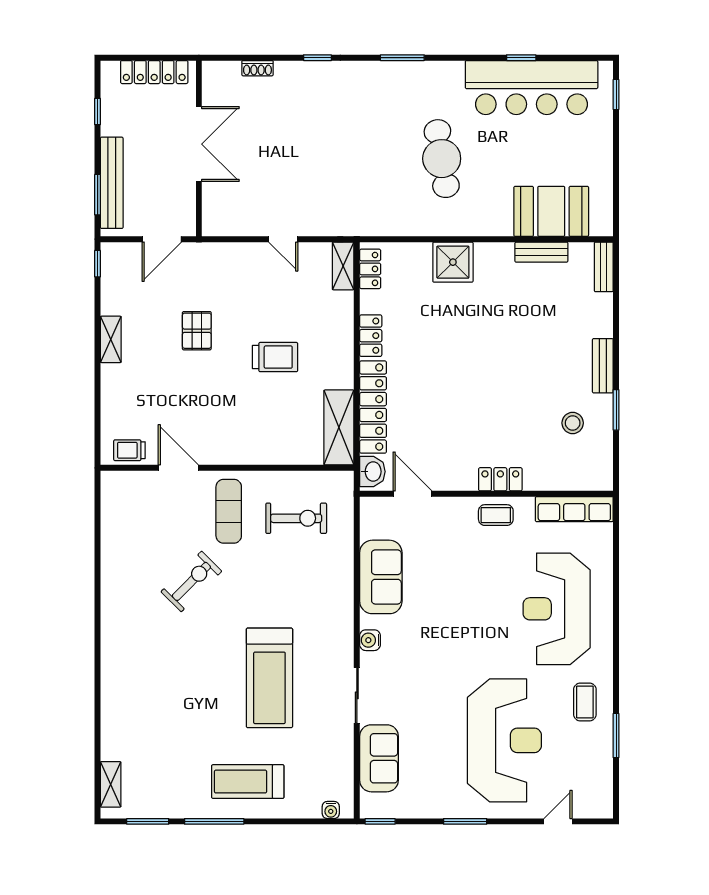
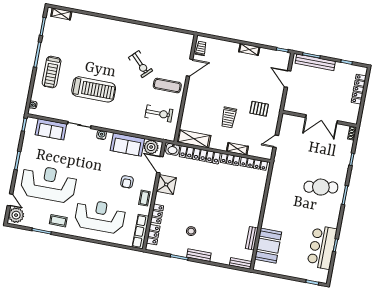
bar counter: (532, 88) -> (322, 247), width x0.73
double door: (199, 144) -> (322, 119), moved
wall: (199, 148) -> (320, 119), moved
cafe table: (442, 159) -> (321, 187), moved
door: (283, 239) -> (276, 141), moved
shower: (453, 262) -> (166, 184), moved
shelving: (343, 266) -> (237, 149), moved
locker: (370, 269) -> (254, 164), width x1.53
pallet: (197, 331) -> (259, 109), moved
stool: (573, 423) -> (191, 231), moved
locker: (500, 479) -> (157, 214), moved
locker: (576, 479) -> (153, 235), added
door: (413, 494) -> (160, 165), swing flipped
exercise bike: (296, 518) -> (159, 113), turned -90
plant: (376, 522) -> (151, 147), added
armchair: (466, 562) -> (127, 182), added
treadmill: (269, 678) -> (94, 89), turned 180
reception desk: (504, 740) -> (48, 184), turned 180
treadmill: (248, 782) -> (52, 72), turned 180
plant: (590, 801) -> (16, 215), added

